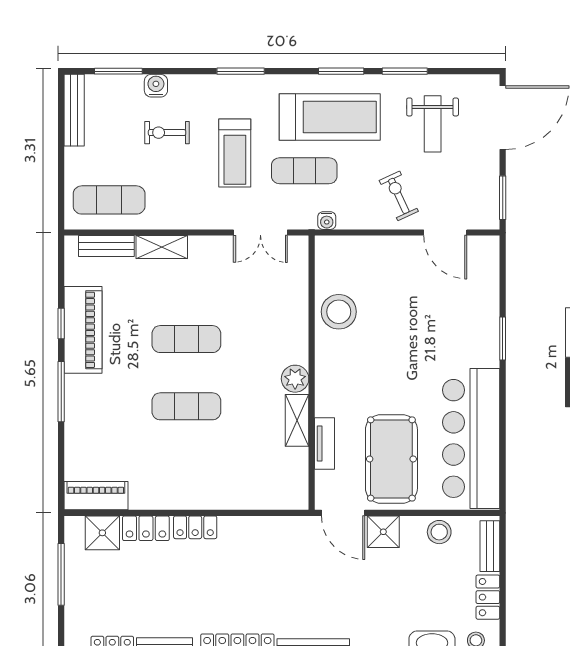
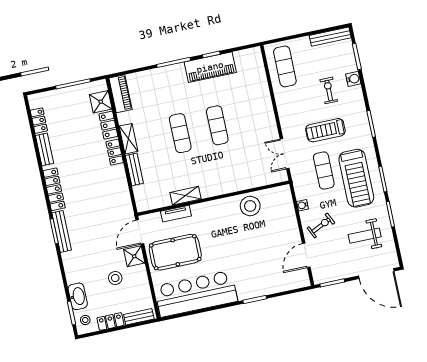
water cooler: (327, 221) -> (302, 205), moved
bench: (106, 246) -> (134, 169), moved
shelving: (162, 247) -> (128, 139), moved
plant: (295, 379) -> (208, 190), removed
stool: (439, 532) -> (115, 278), moved

